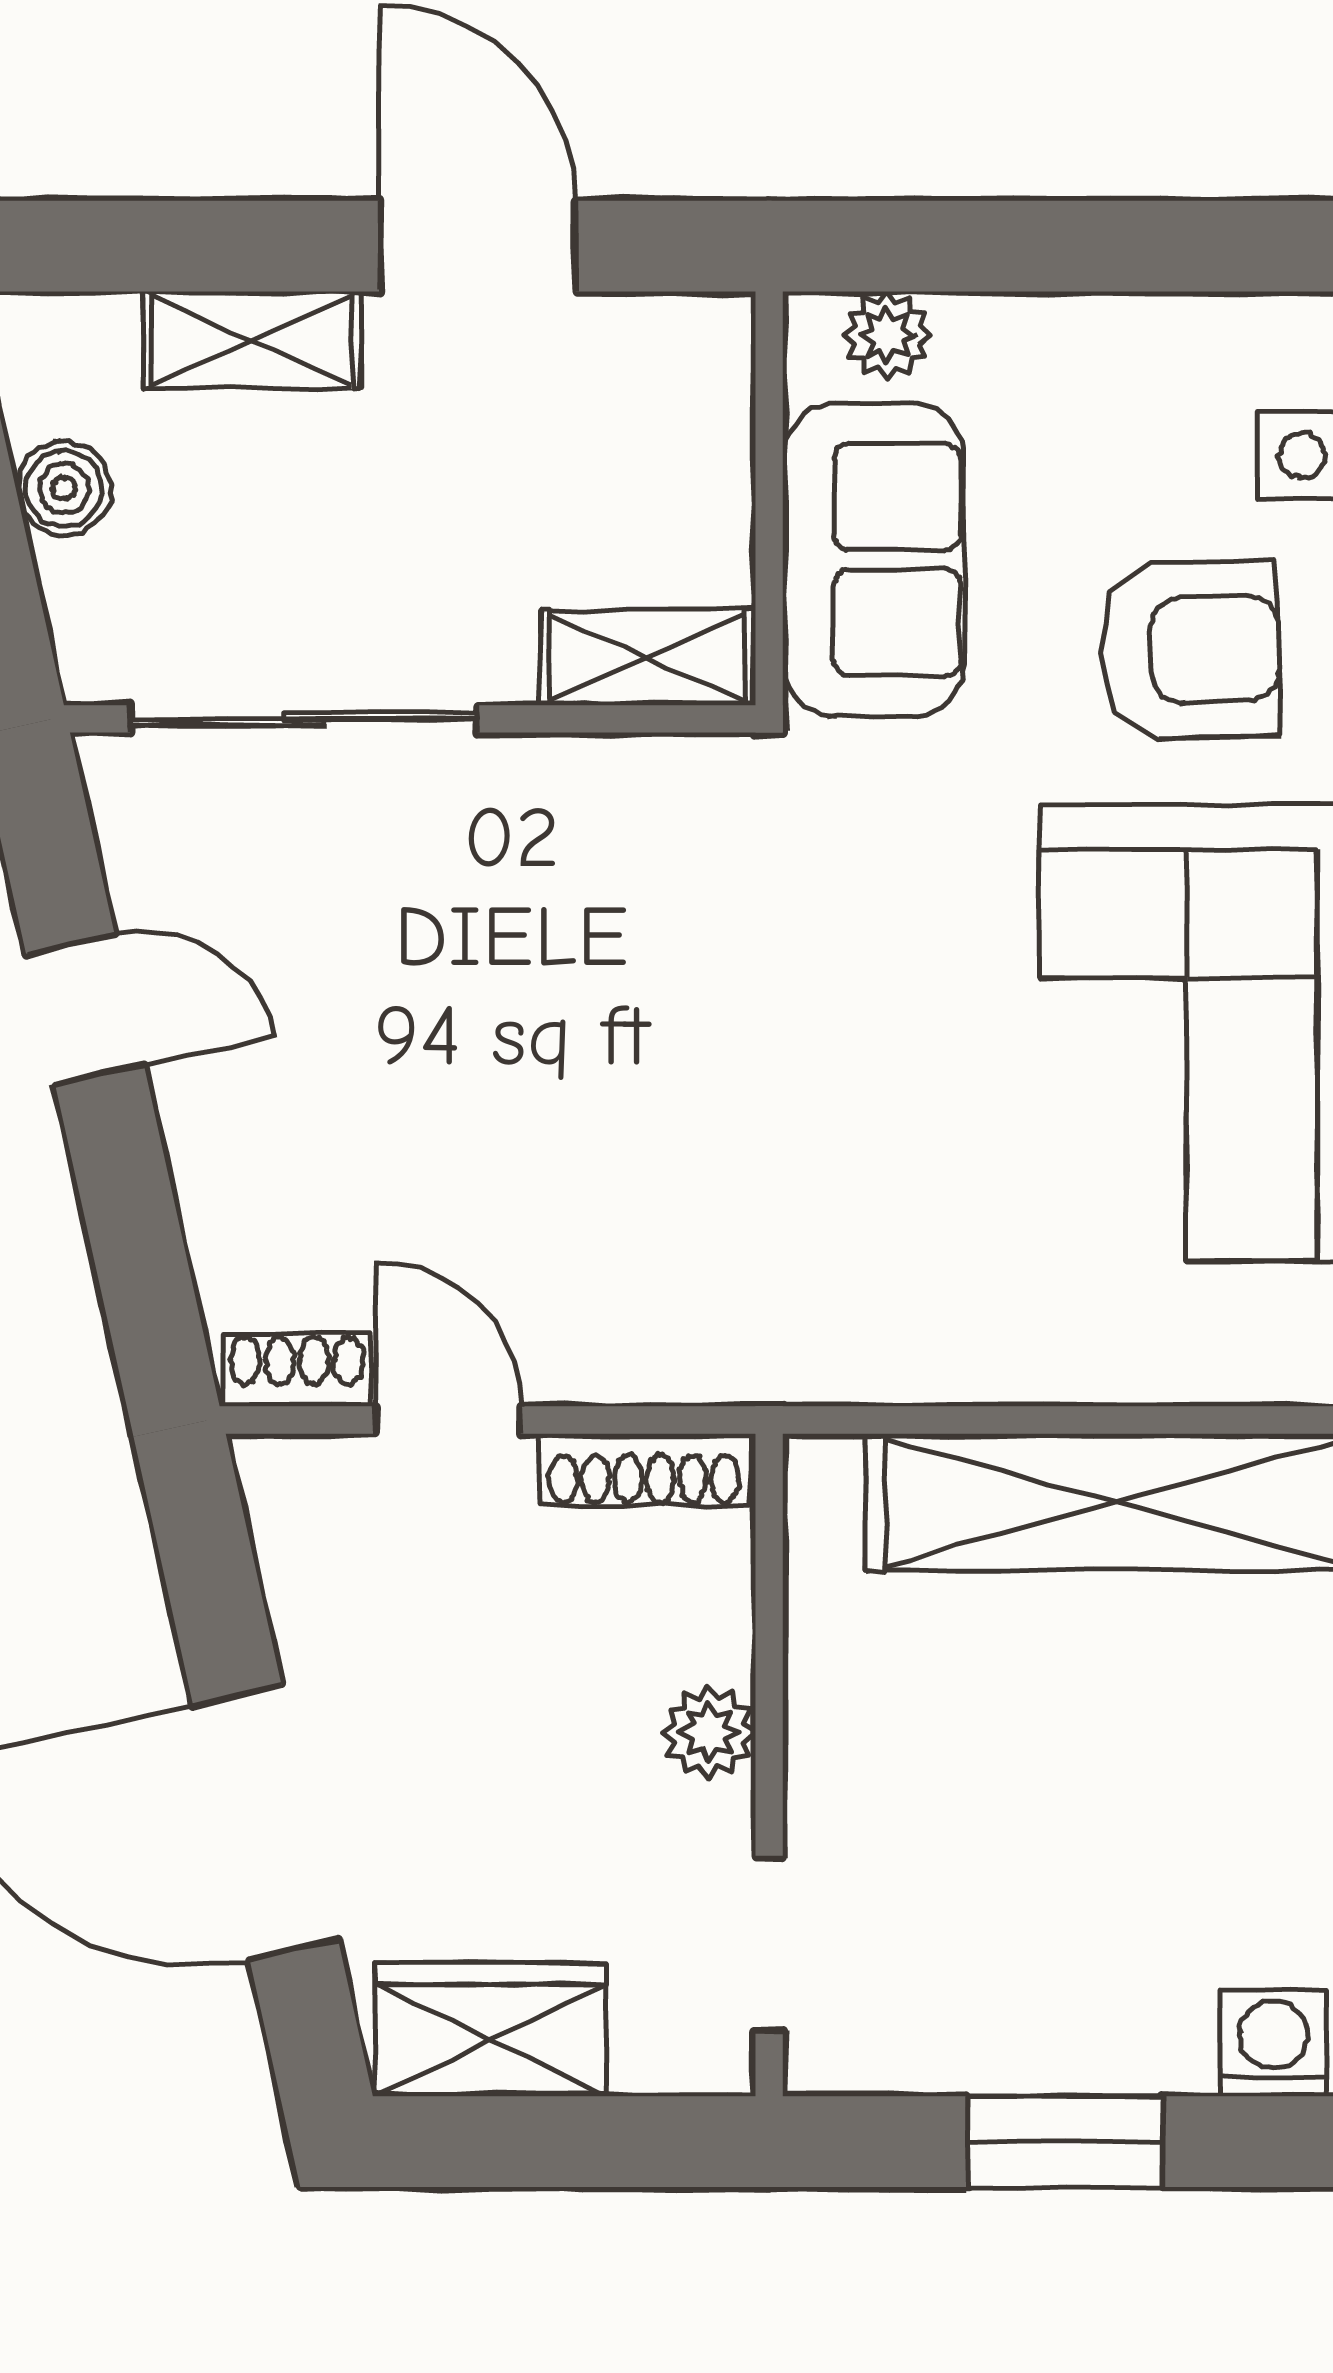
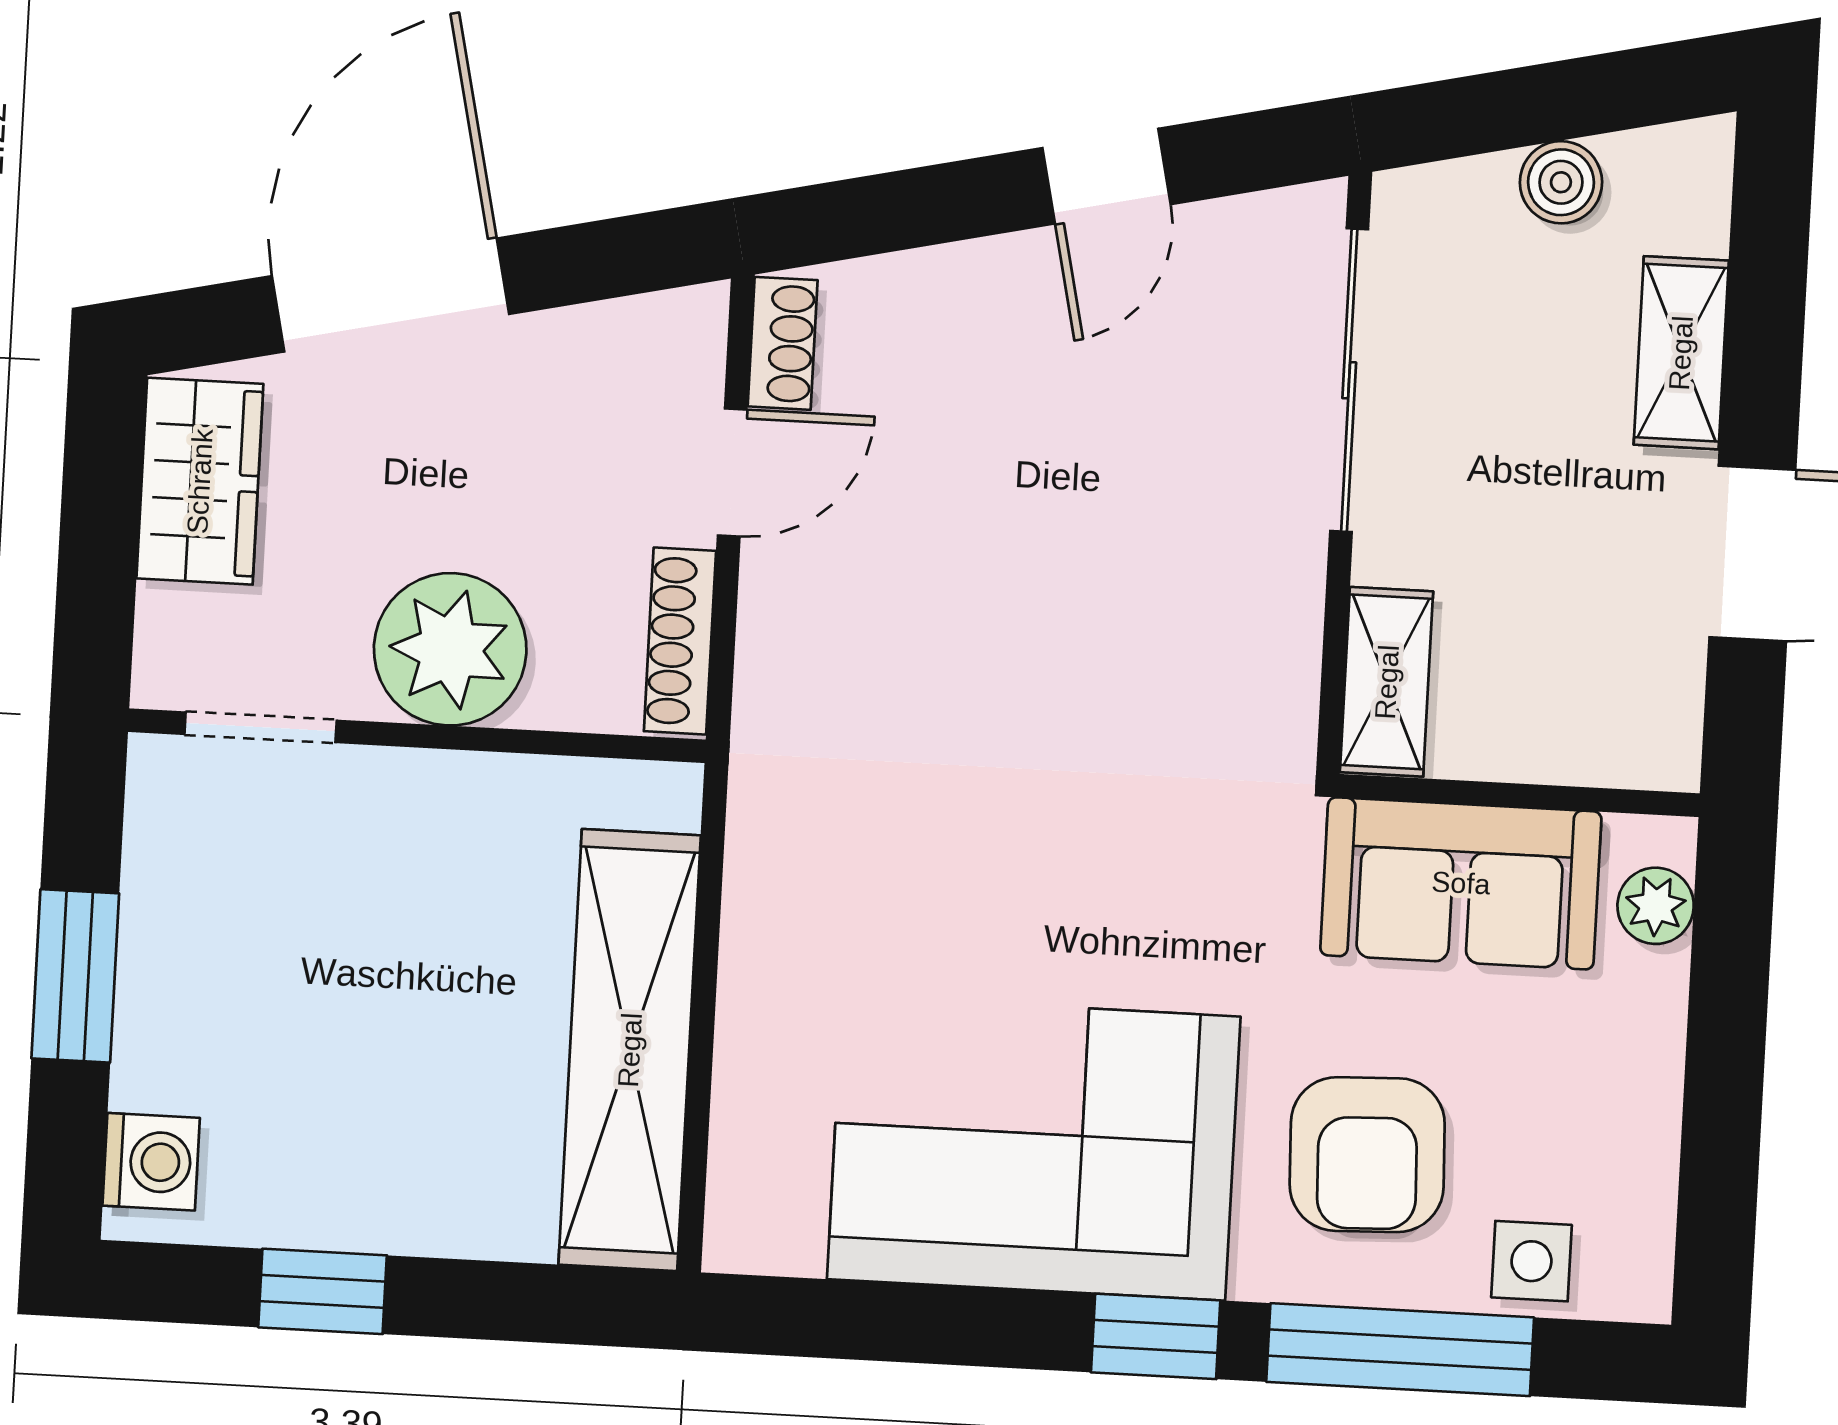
plant: (709, 1732) -> (450, 649), width x1.87, depth x1.87

